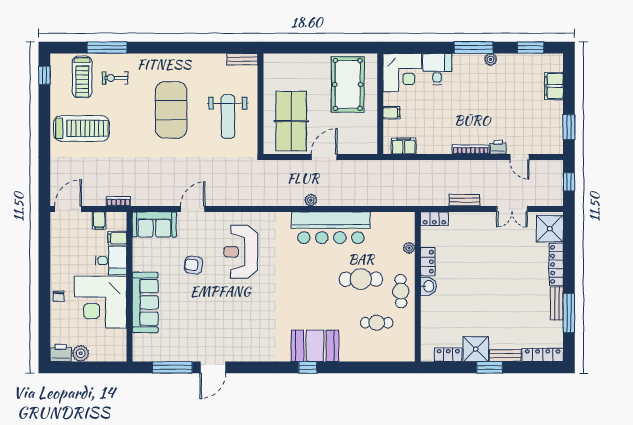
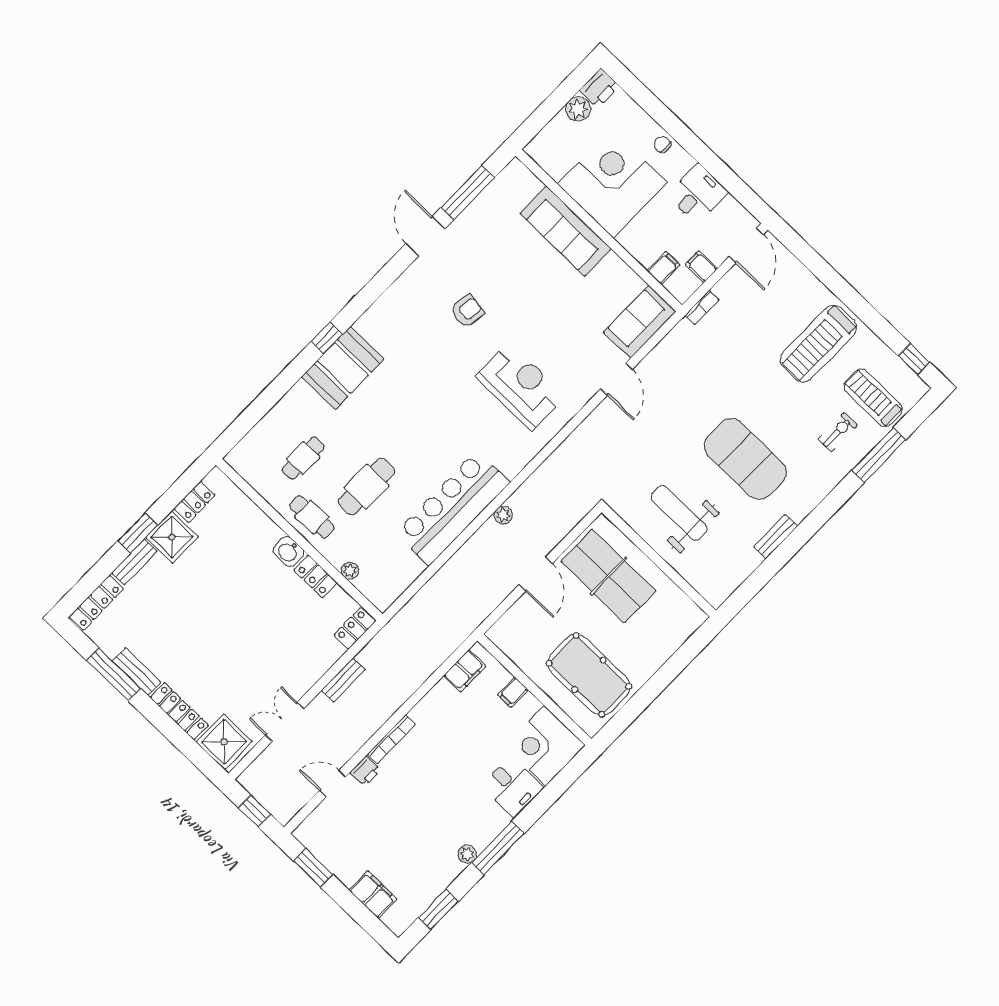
bench: (242, 59) -> (776, 536), moved
desk: (111, 261) -> (698, 194), moved, turned 180
armchair: (194, 265) -> (467, 311), moved

